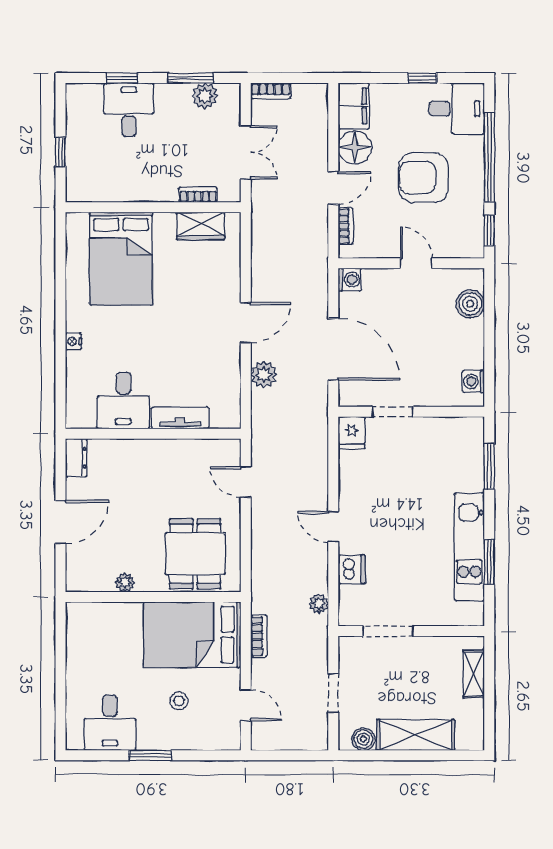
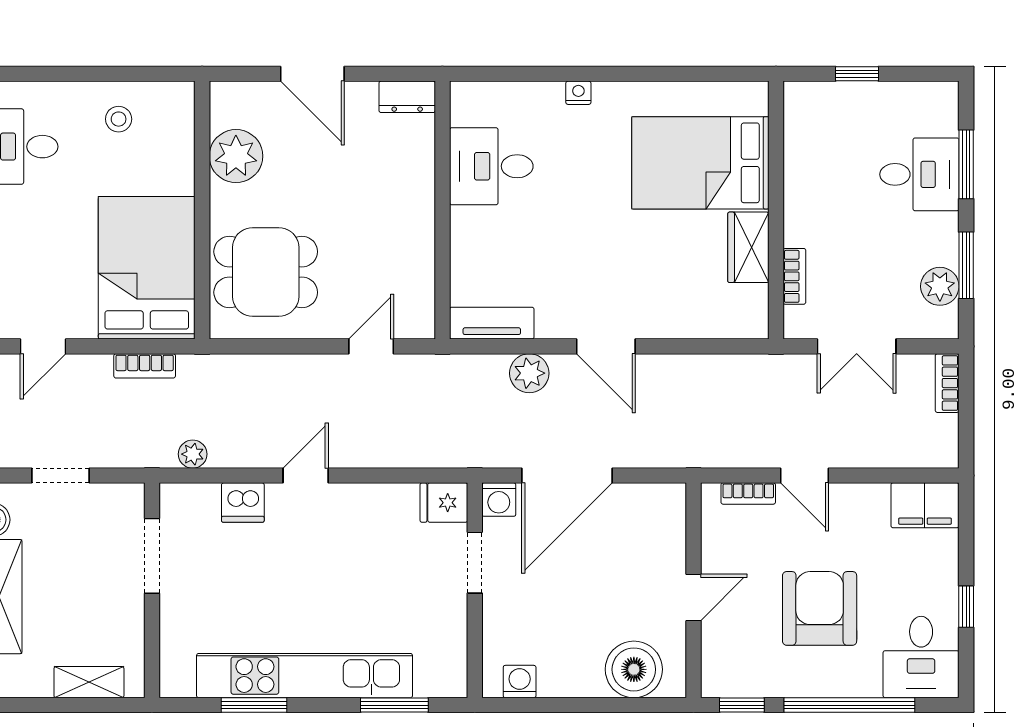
window: (122, 78) -> (966, 164), width x1.50
floor lamp: (355, 148) -> (864, 507), removed
wardrobe: (201, 226) -> (748, 247), moved
washing machine: (350, 280) -> (499, 500), moved
boiler: (470, 304) -> (634, 669), width x1.37, depth x1.37
tv unit: (180, 418) -> (492, 323), moved, turned -90
kitchen unit: (469, 547) -> (305, 676), width x1.36
plant: (125, 582) -> (236, 156), width x1.88, depth x1.88
stool: (179, 701) -> (119, 119), moved

